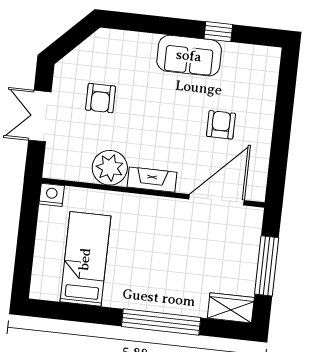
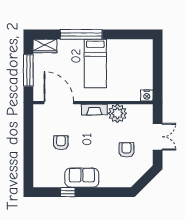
armchair: (221, 125) -> (61, 143), turned 180
door: (217, 200) -> (59, 103), swing flipped
bed: (85, 259) -> (95, 63), moved

